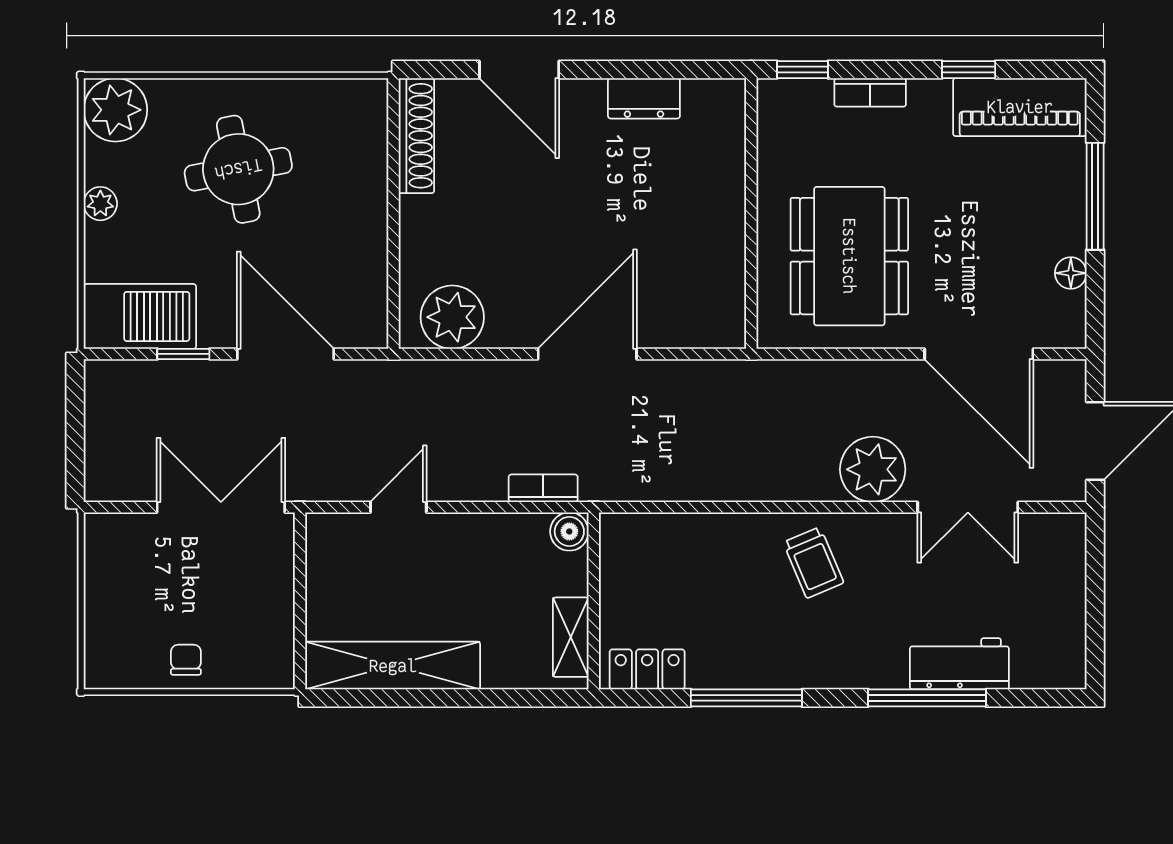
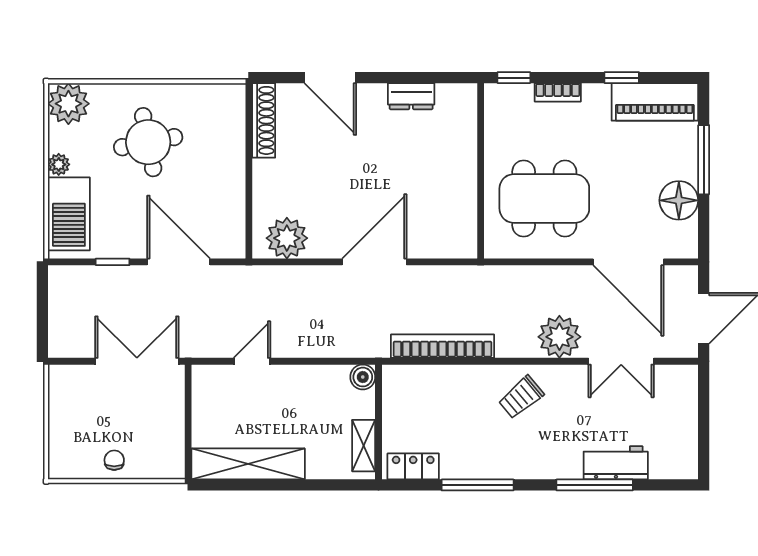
dining table: (849, 256) -> (544, 198), turned 90
floor lamp: (1071, 273) -> (679, 200), width x1.89, depth x1.89
barbecue: (140, 316) -> (69, 214), moved, turned 90
bookcase: (543, 488) -> (443, 346), moved, width x2.31, depth x1.31
trolley: (813, 563) -> (521, 397), turned 73

